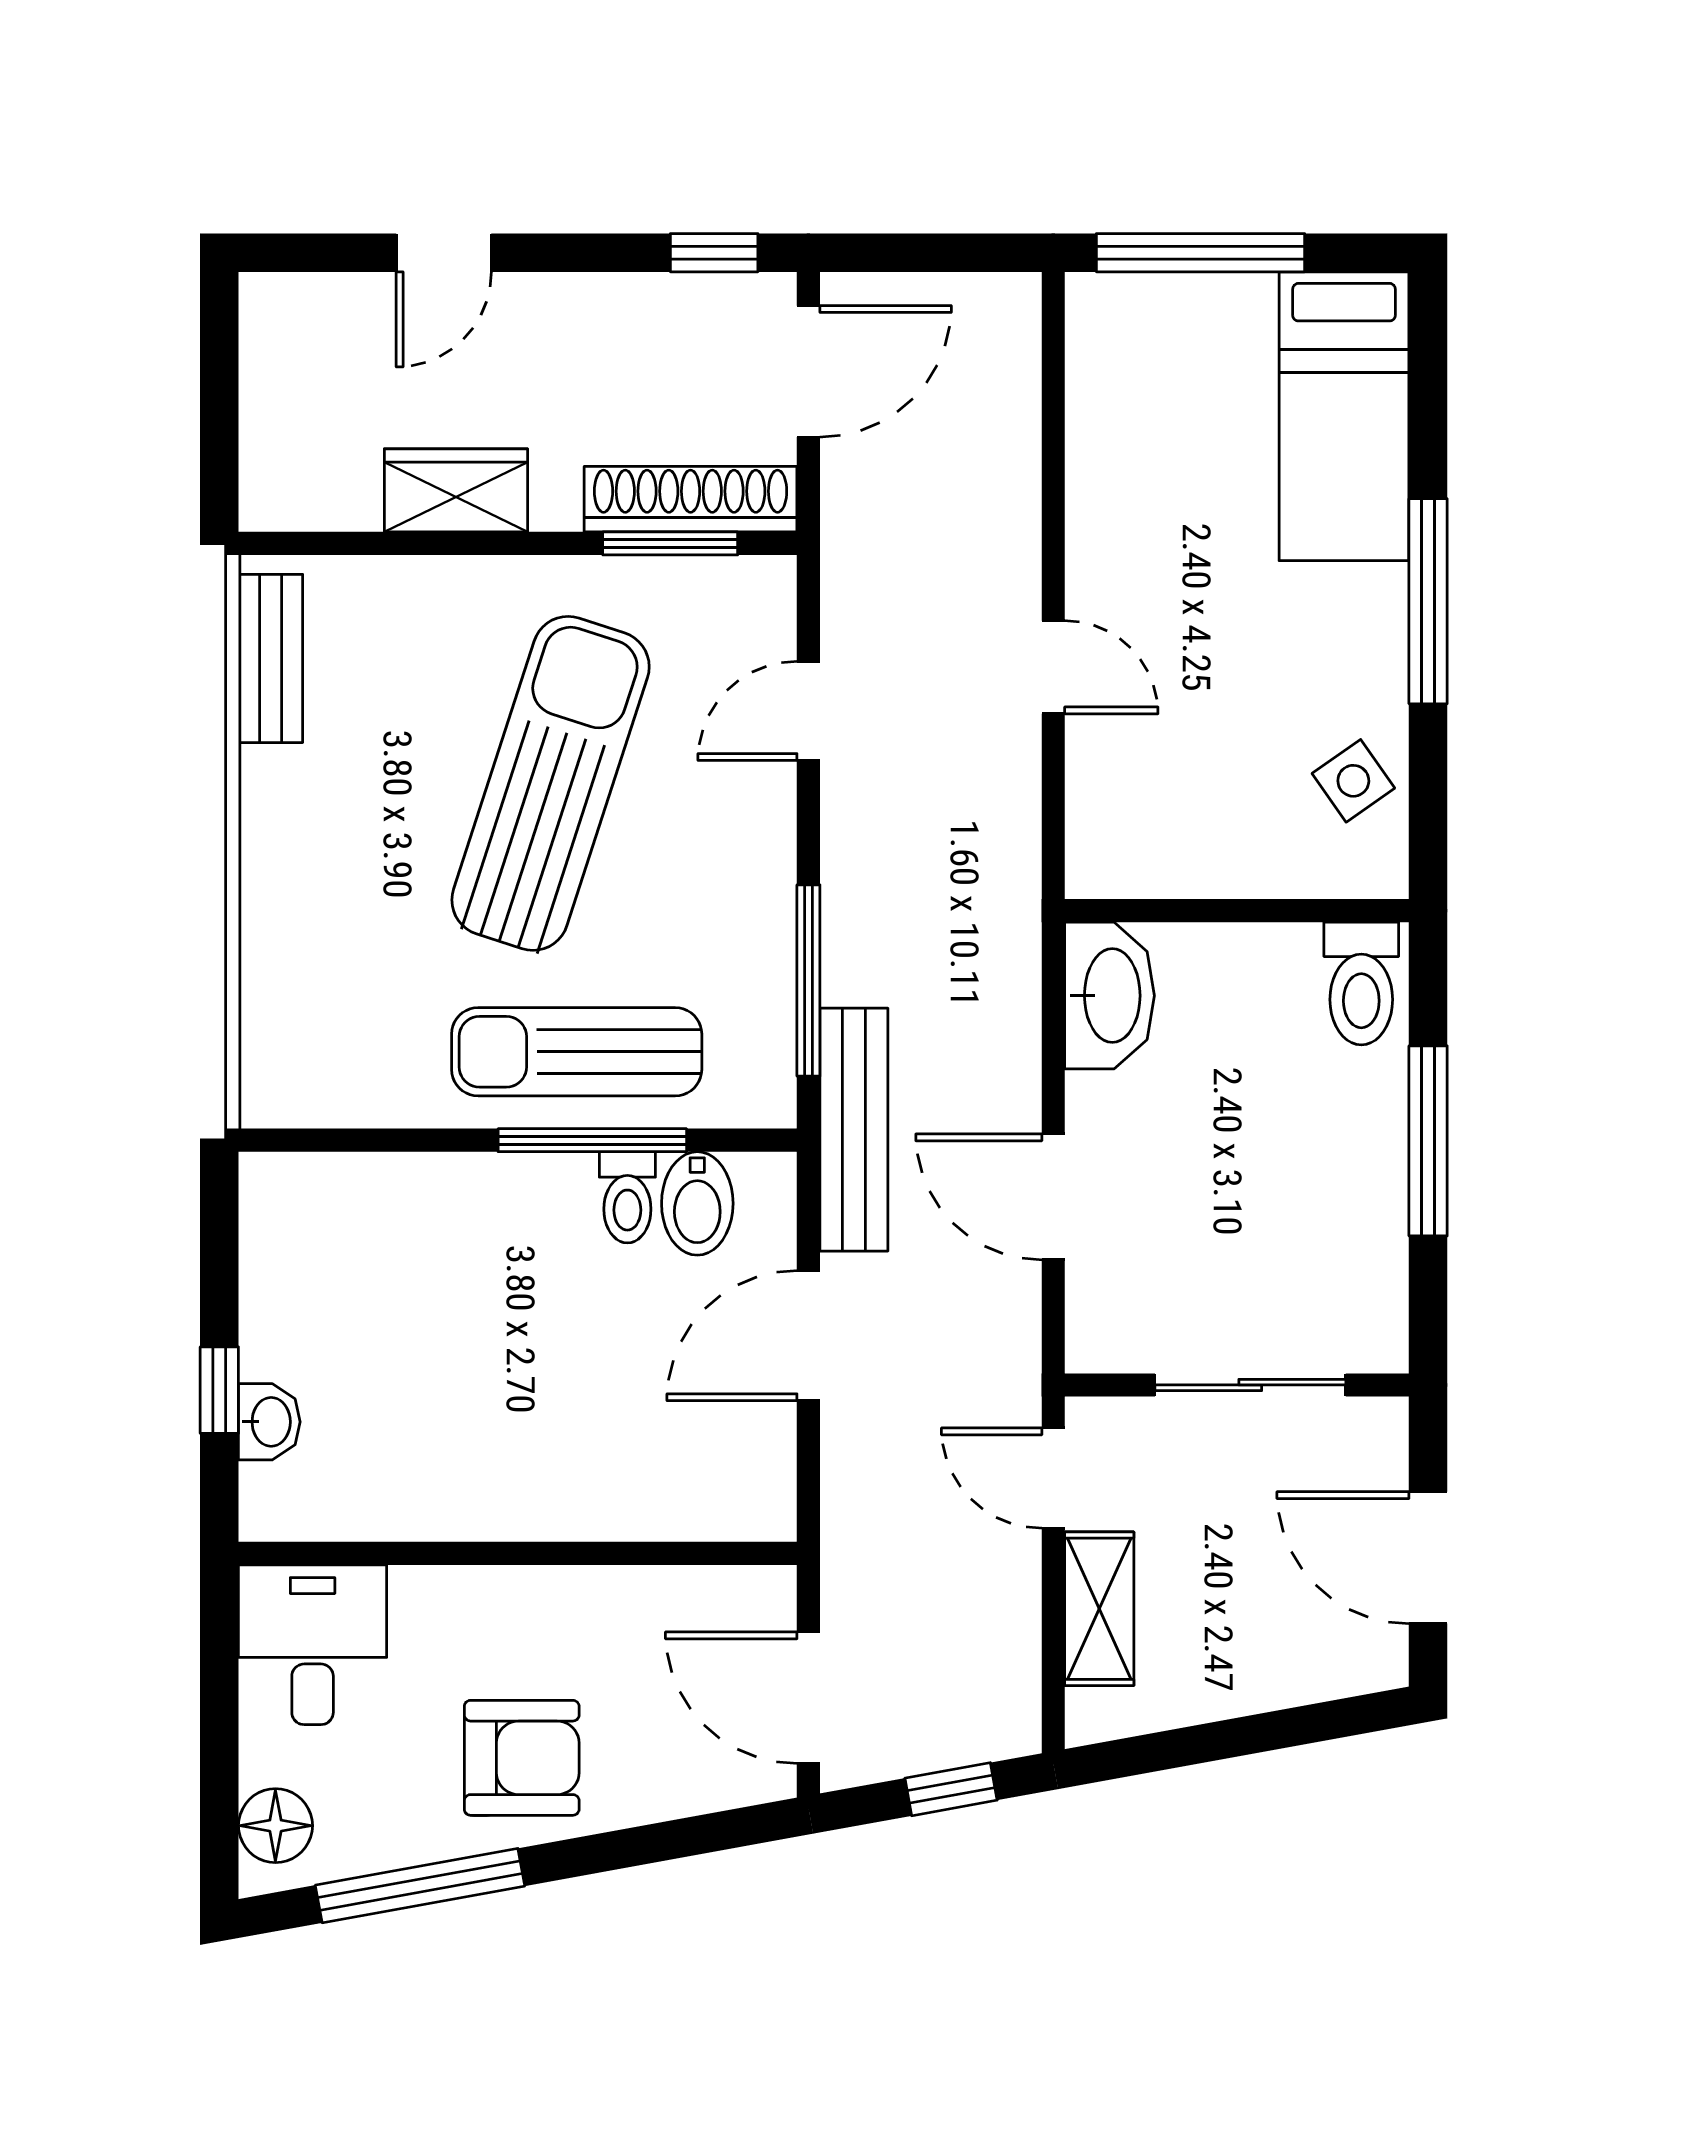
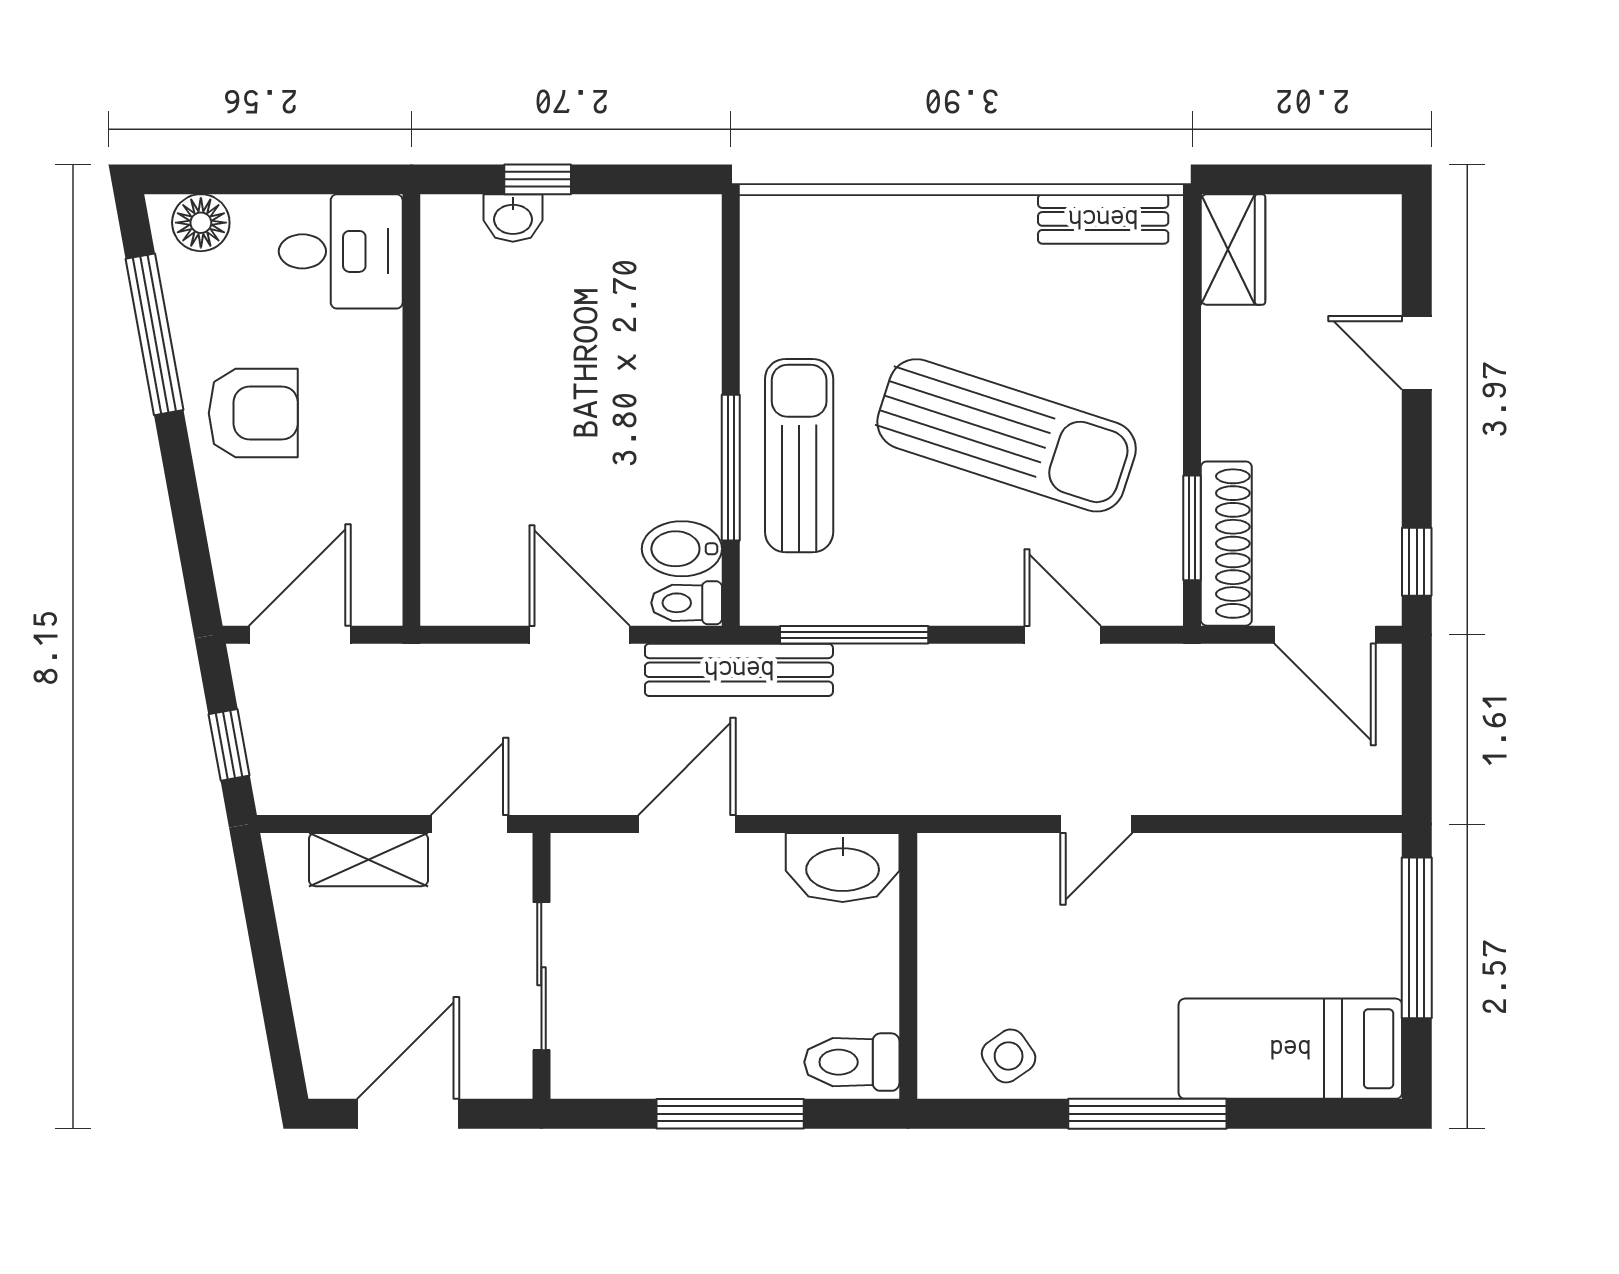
wardrobe: (456, 490) -> (1233, 249), moved
toilet: (627, 1197) -> (687, 603), moved
armchair: (522, 1758) -> (253, 413), turned -90

